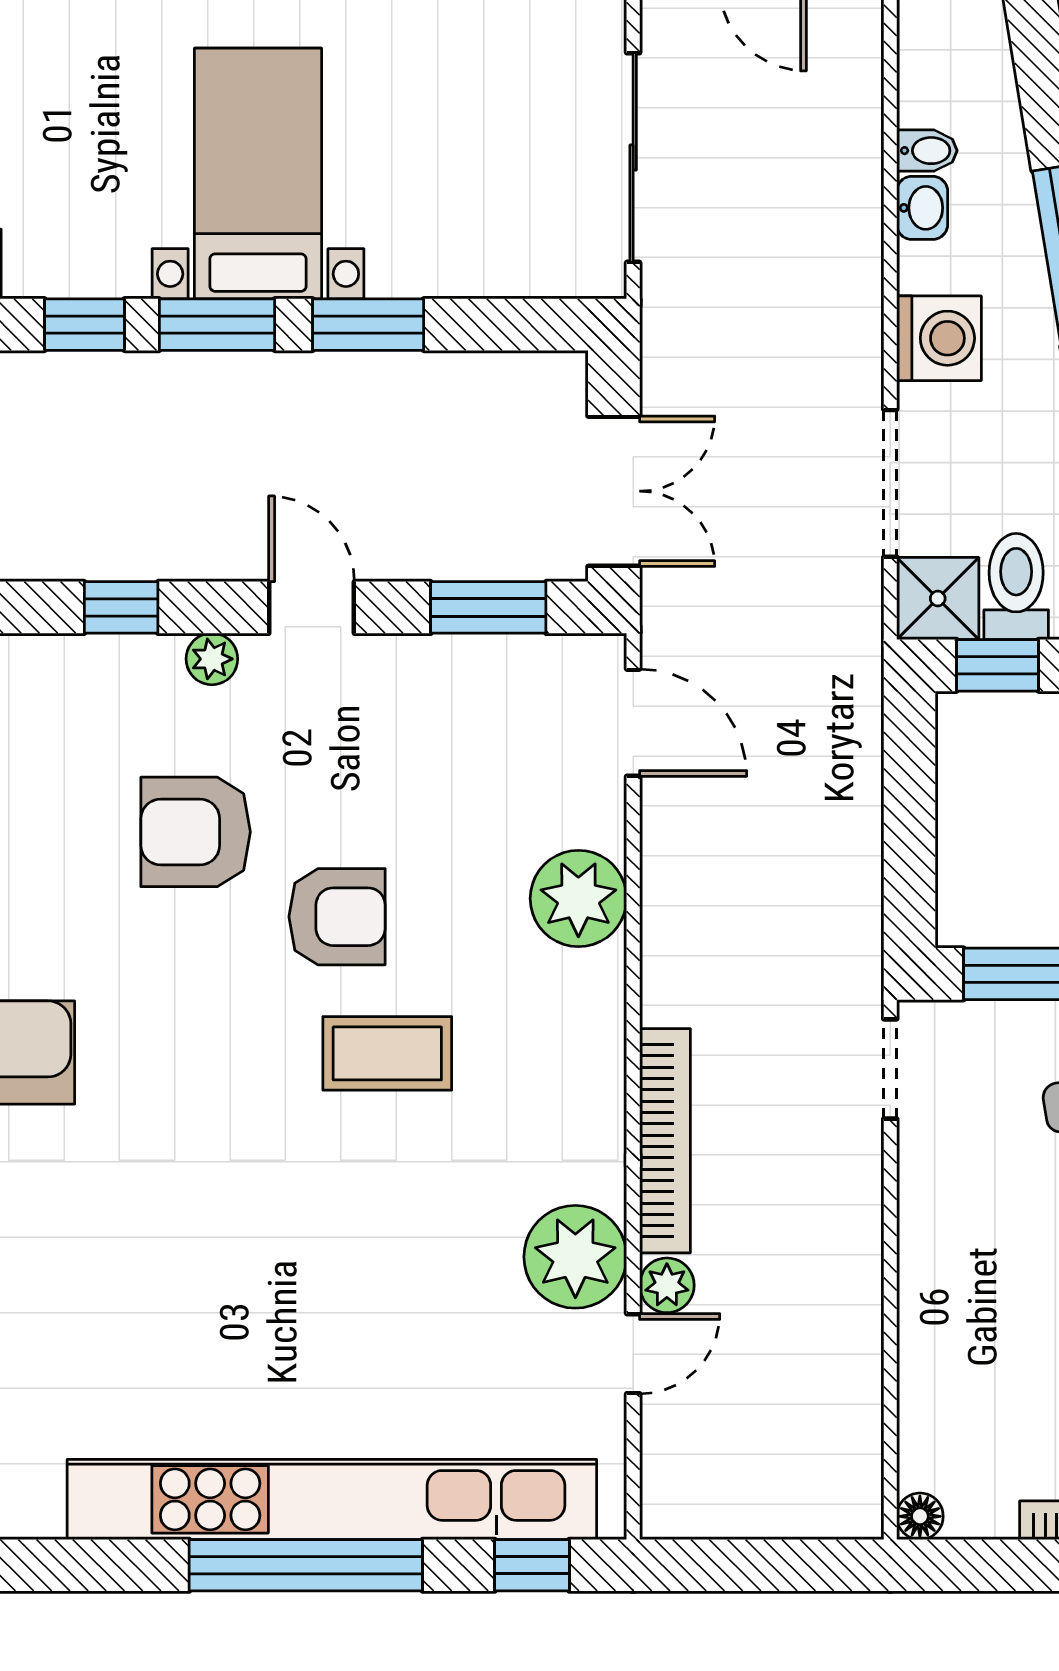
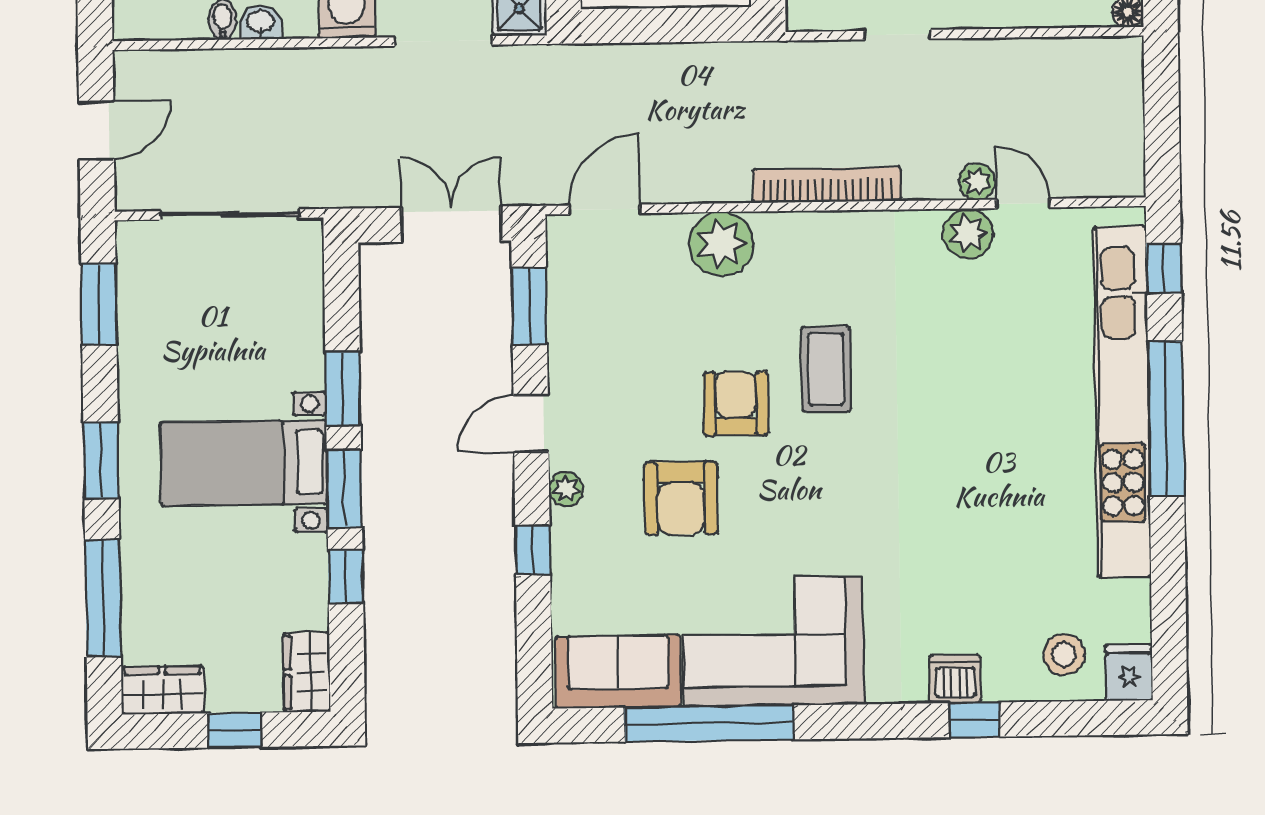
doorway: (890, 1069) -> (898, 35), moved
bookcase: (665, 1141) -> (827, 185), moved
plant: (575, 1257) -> (968, 233), width x0.73, depth x0.73

